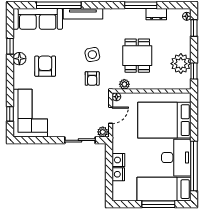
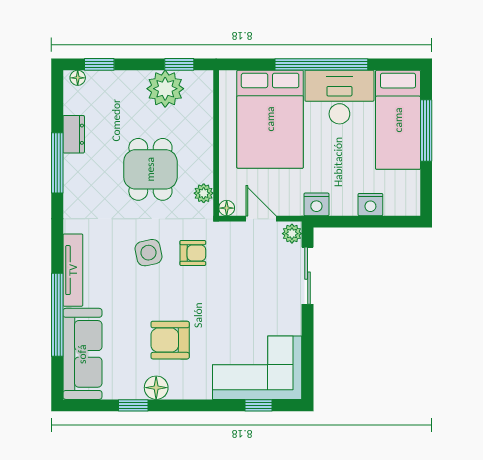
dining table: (137, 56) -> (150, 169), turned 90
nightstand: (118, 160) -> (316, 204), moved
window: (194, 166) -> (321, 64), moved

